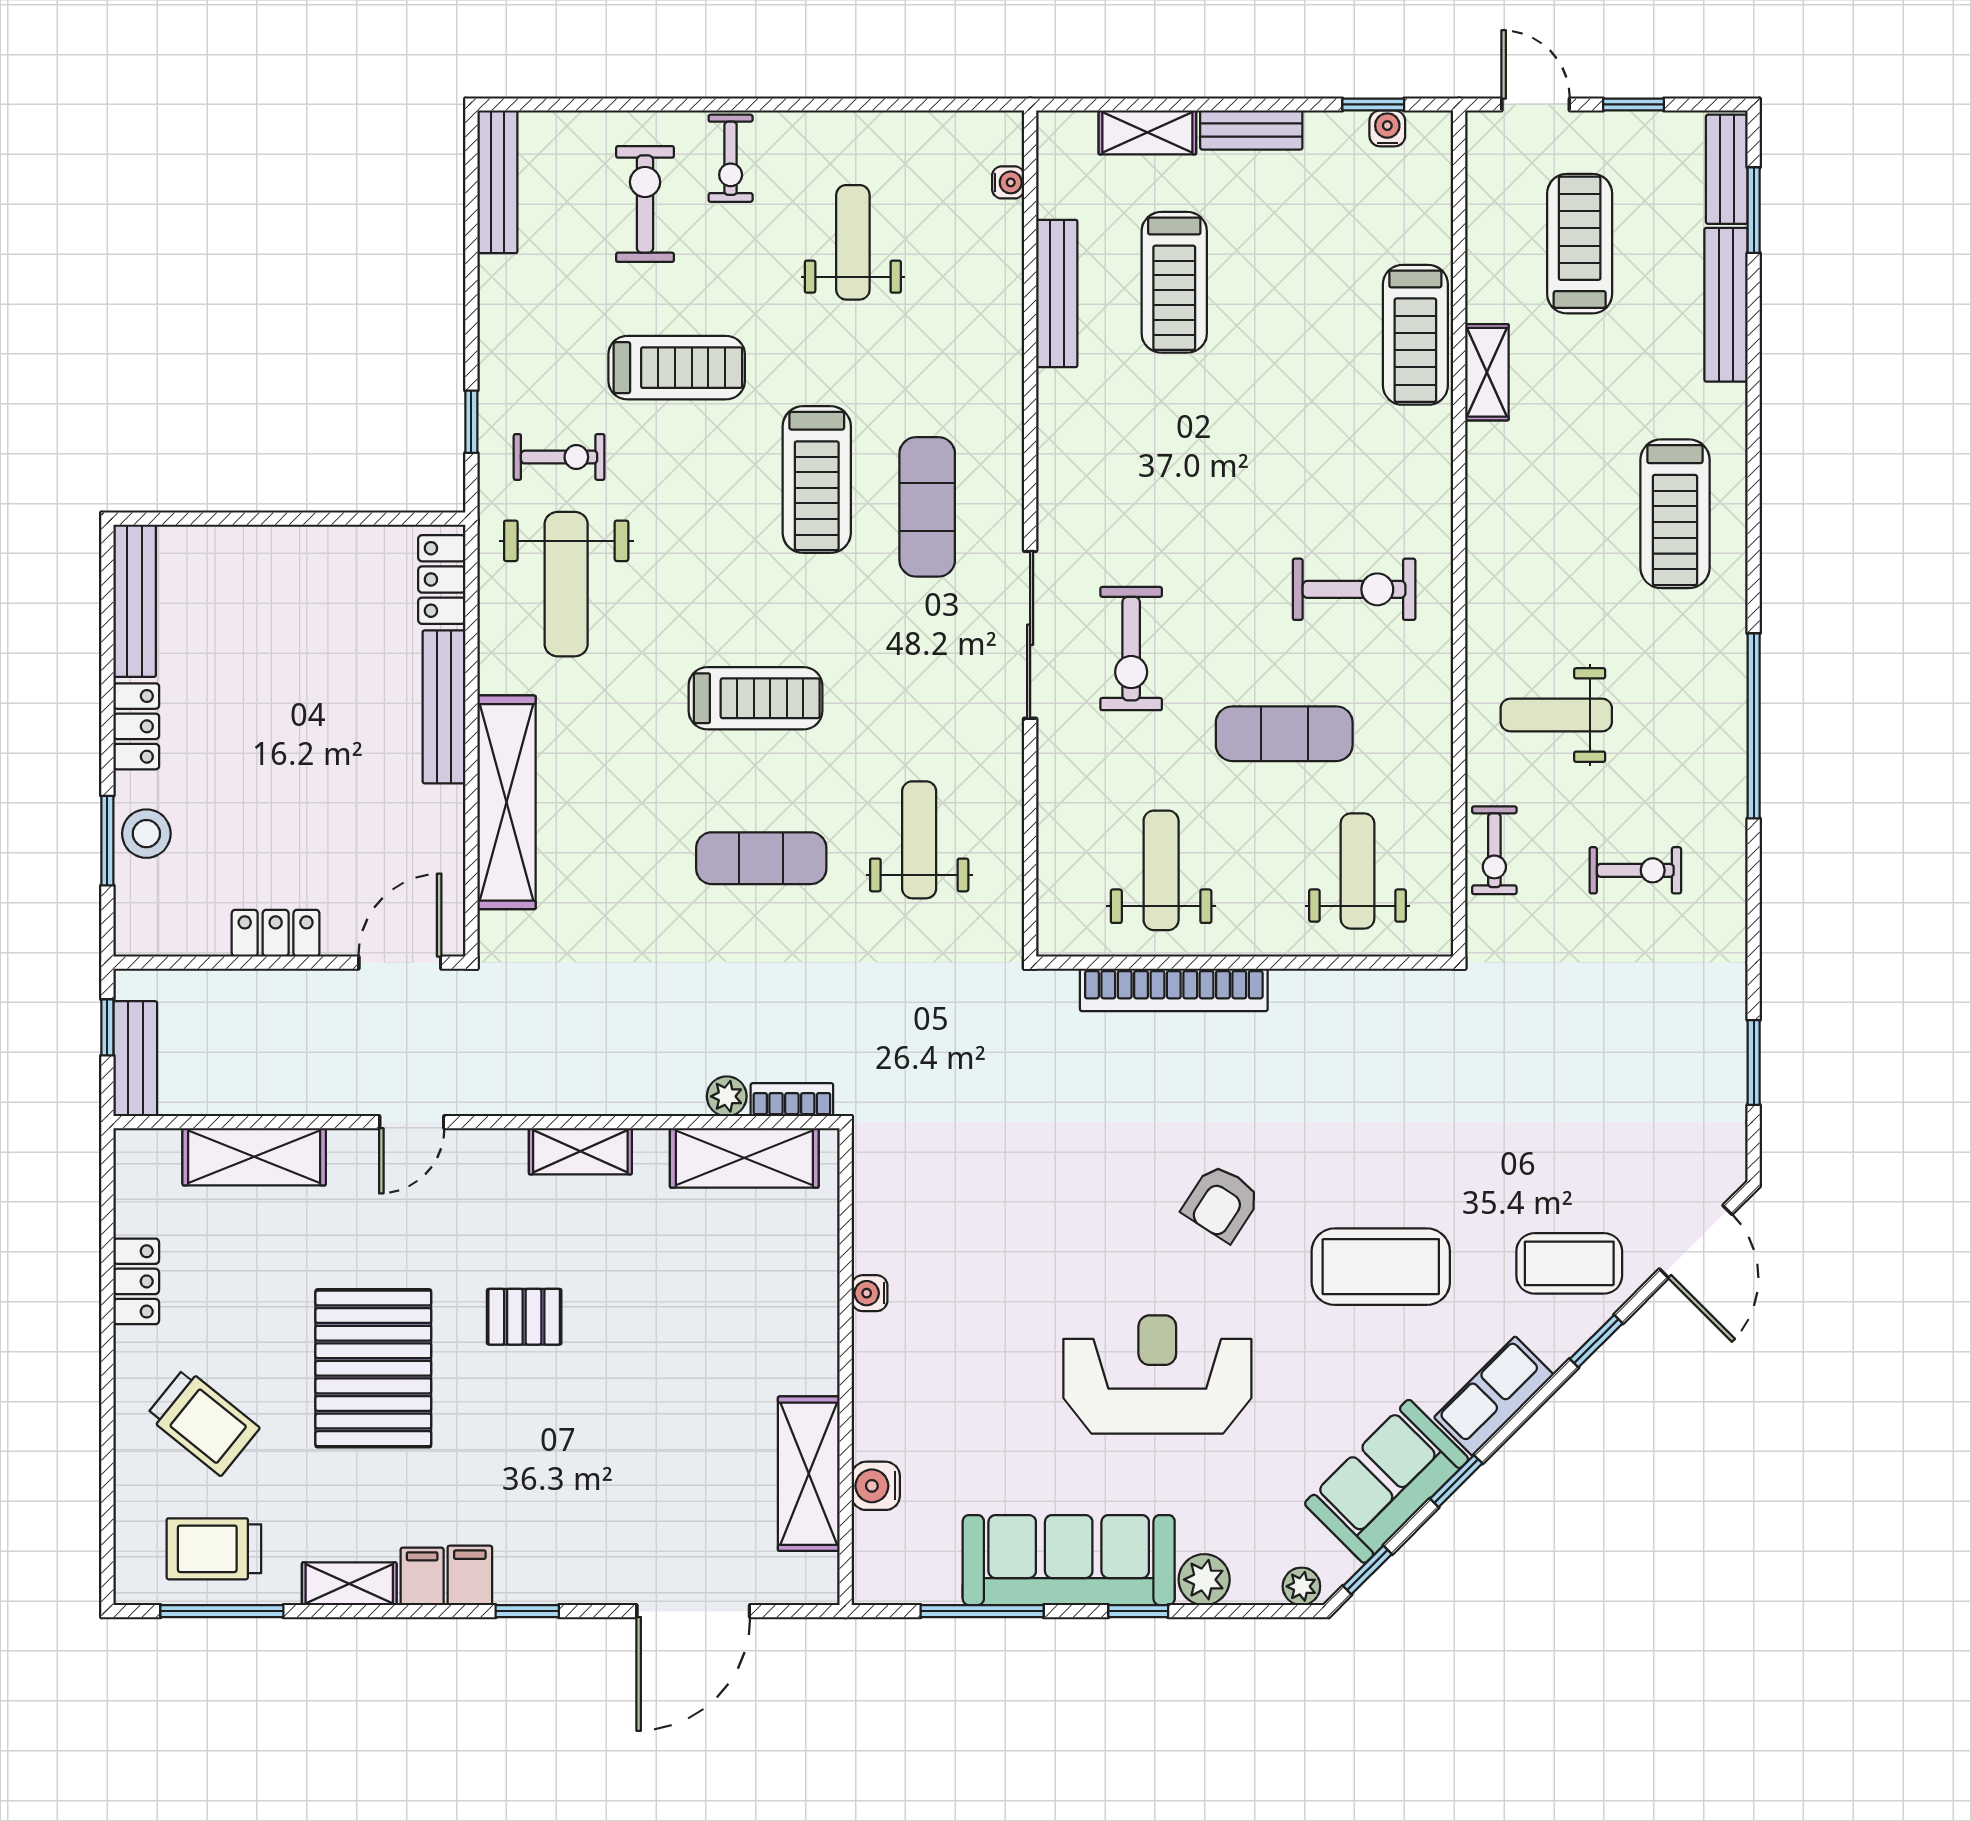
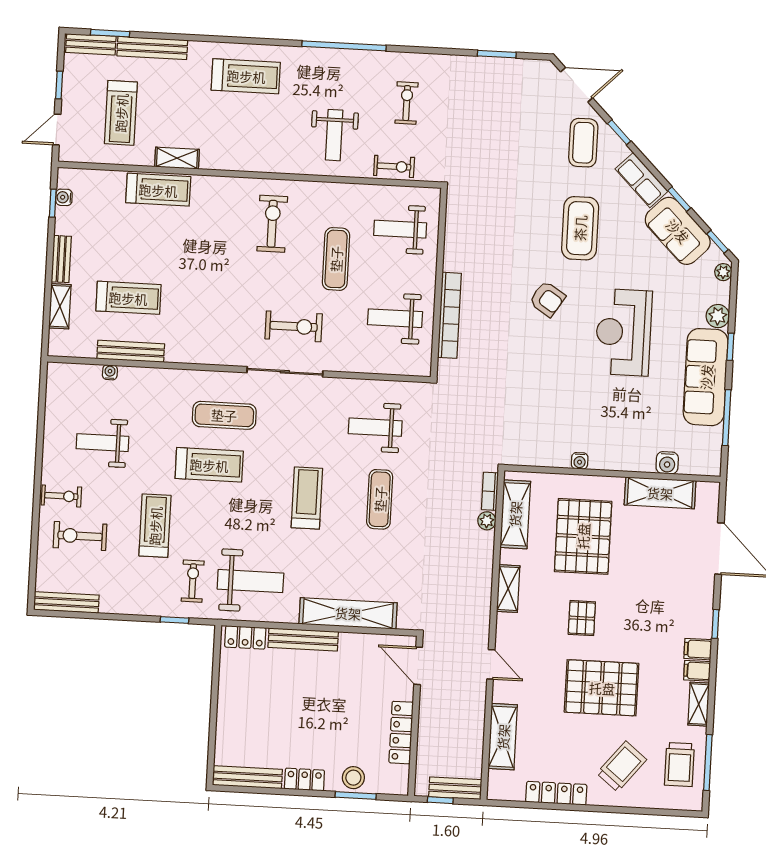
water cooler: (1008, 182) -> (110, 372), moved
treadmill: (1580, 244) -> (121, 113), turned -90
locker: (276, 933) -> (401, 733), width x1.53
locker: (136, 1281) -> (556, 793), width x1.53
pallet: (704, 1310) -> (583, 536), added

